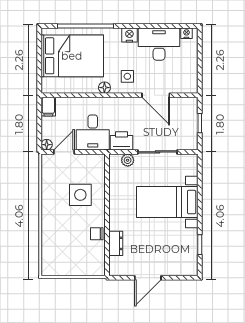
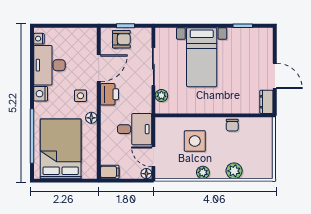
armchair: (186, 119) -> (121, 39), added
printer: (121, 141) -> (109, 94), moved, turned 180
plant: (48, 203) -> (203, 172), added
plant: (50, 236) -> (234, 171), added
dresser: (116, 243) -> (266, 102), moved, turned -90

